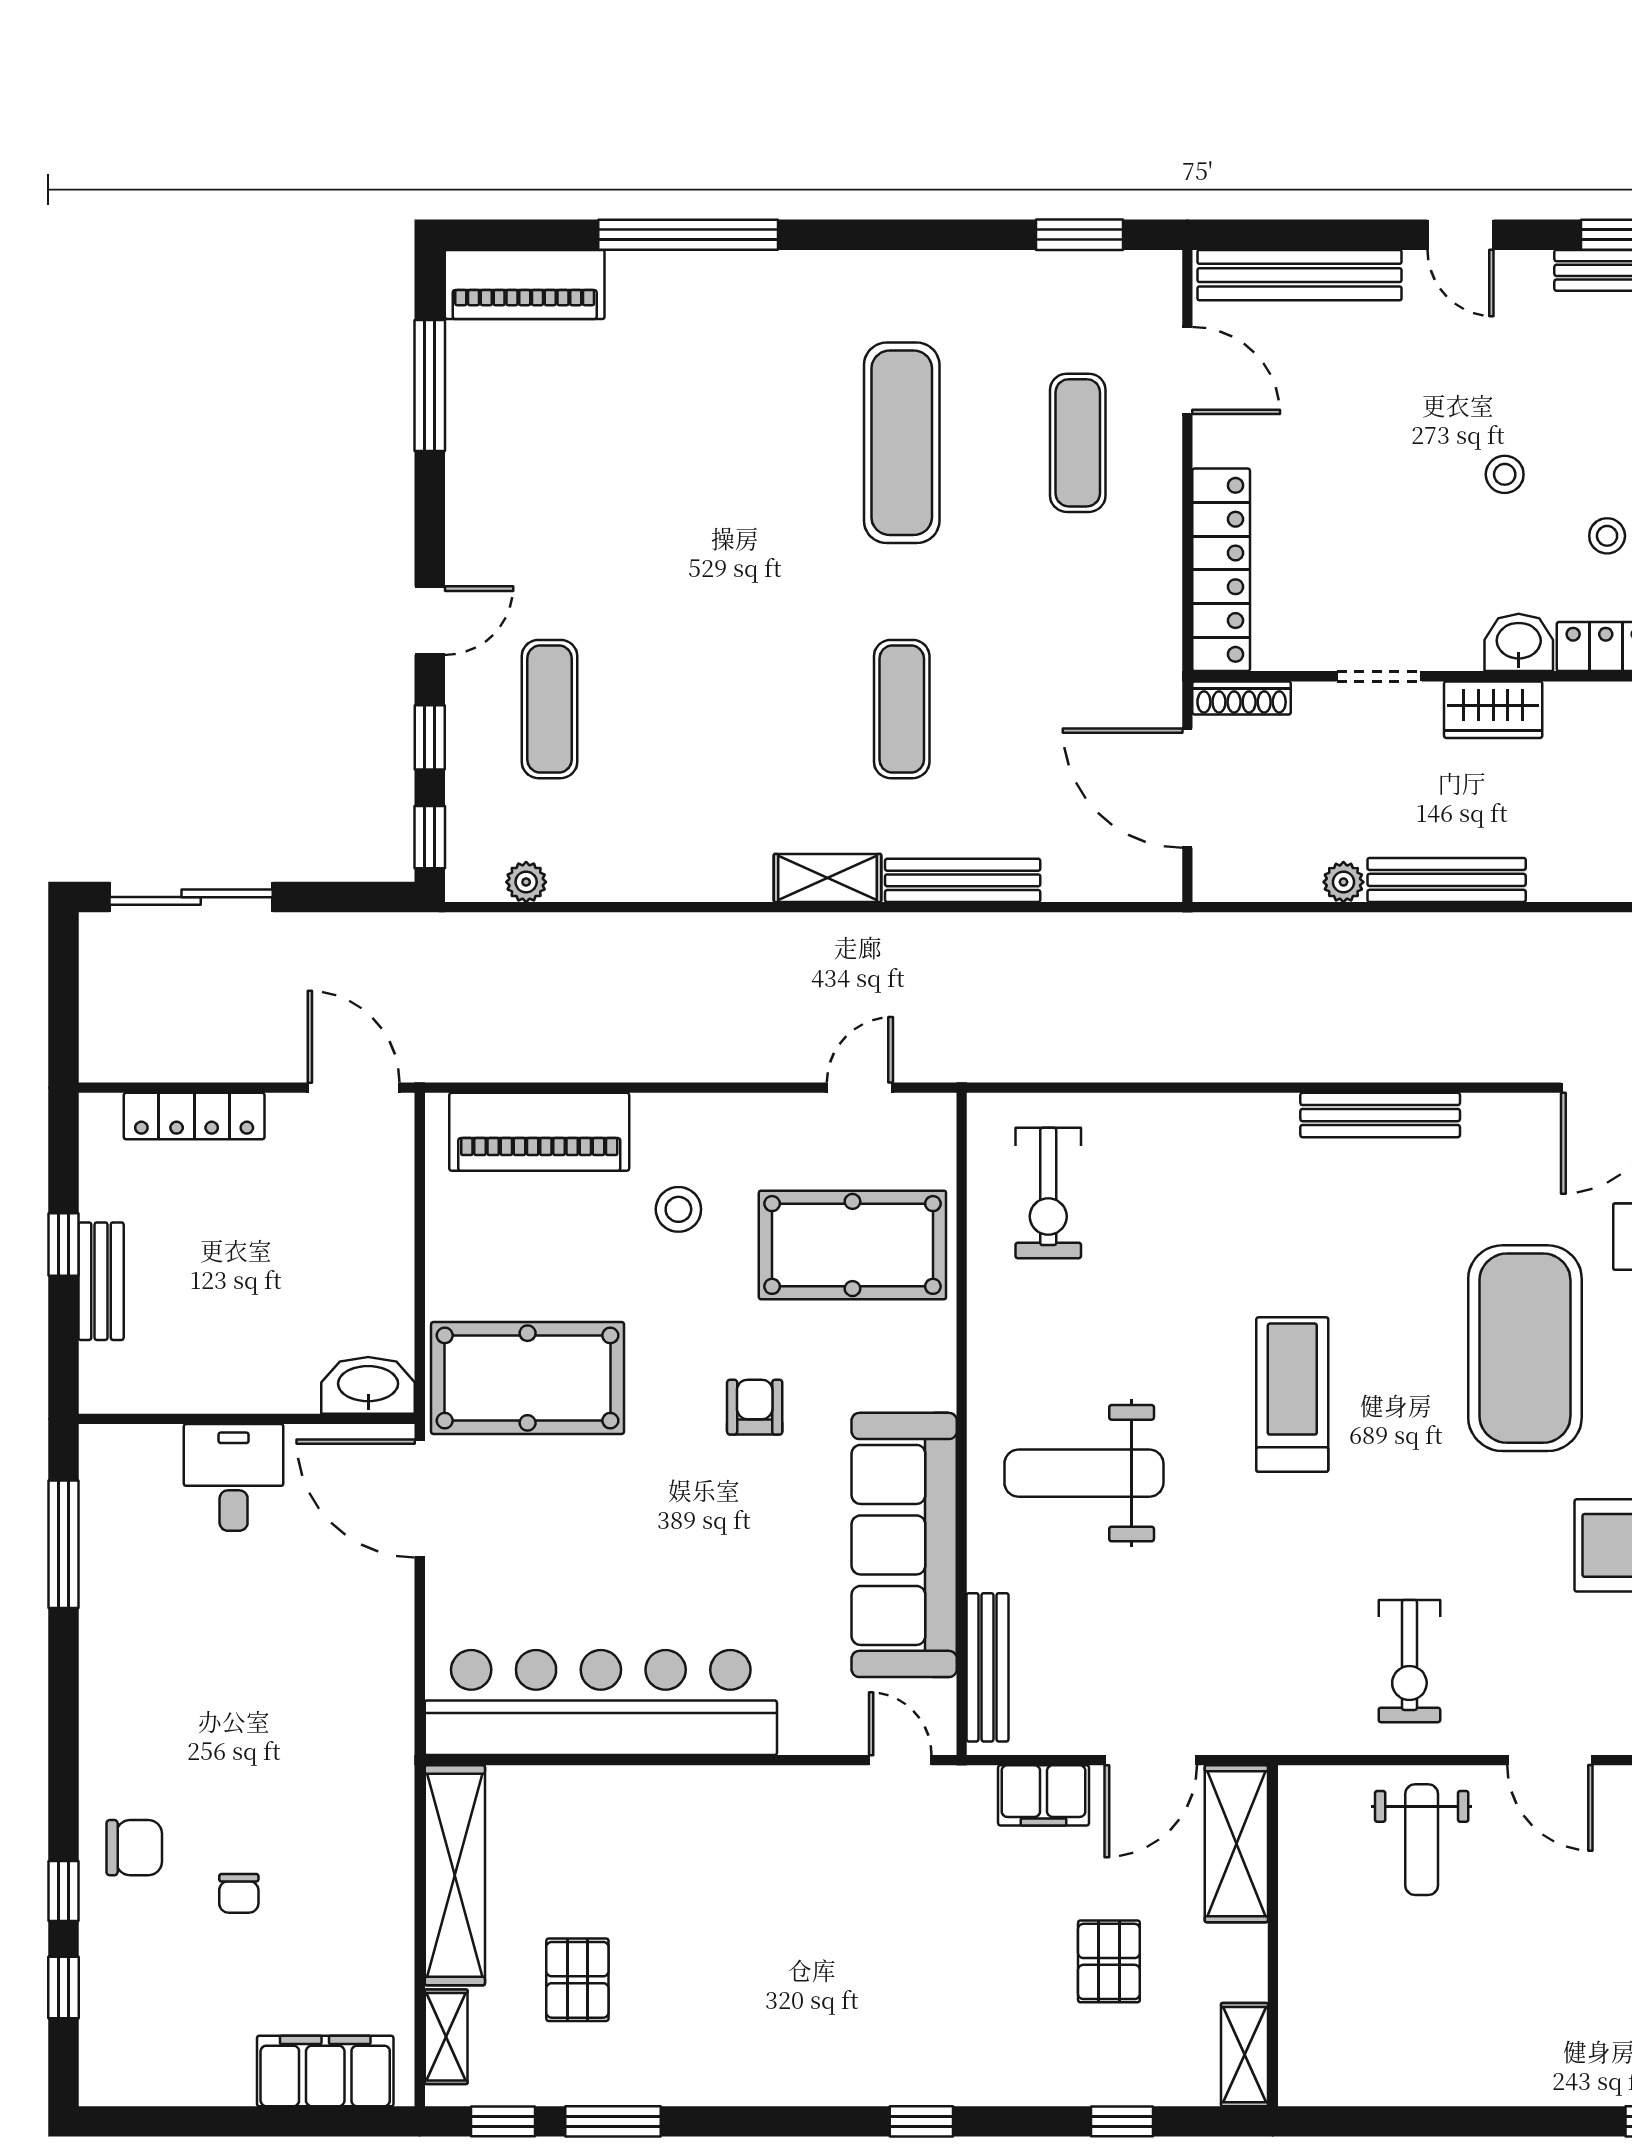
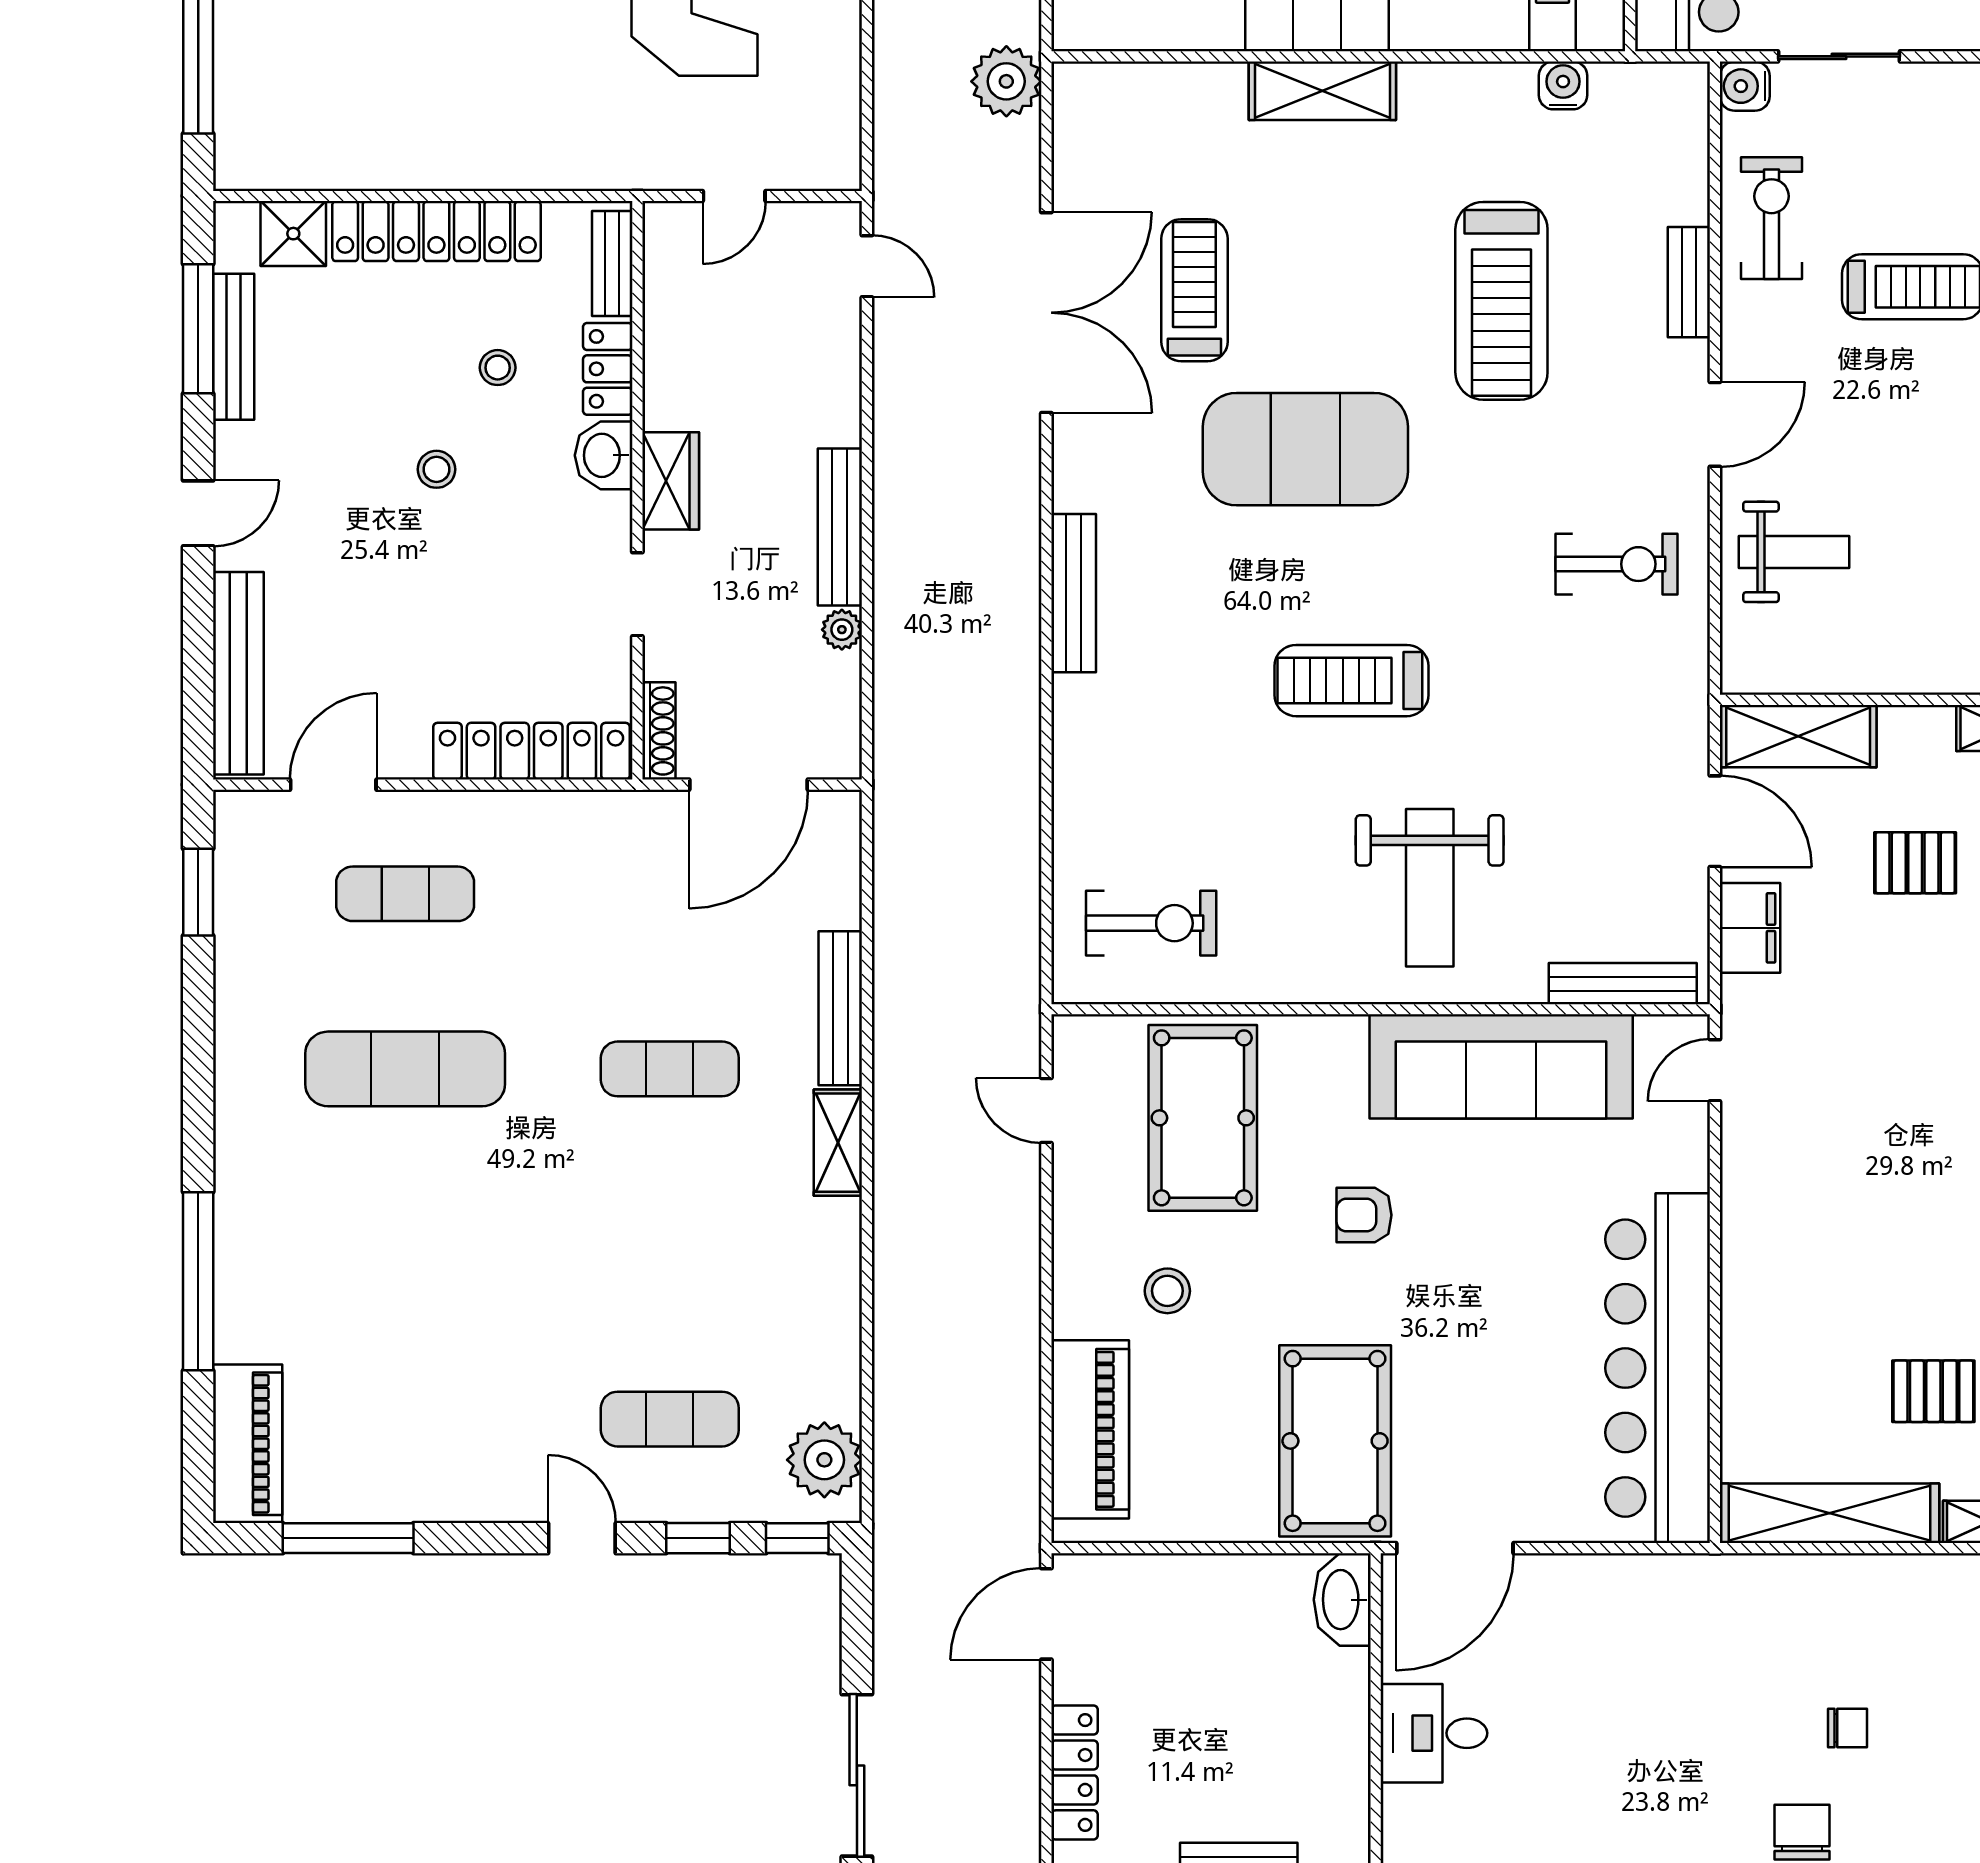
plant: (526, 882) -> (824, 1460), width x1.87, depth x1.87

